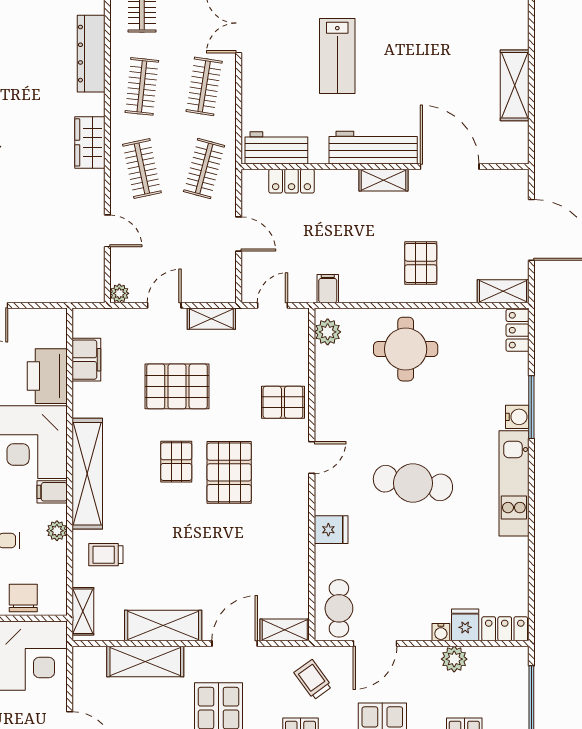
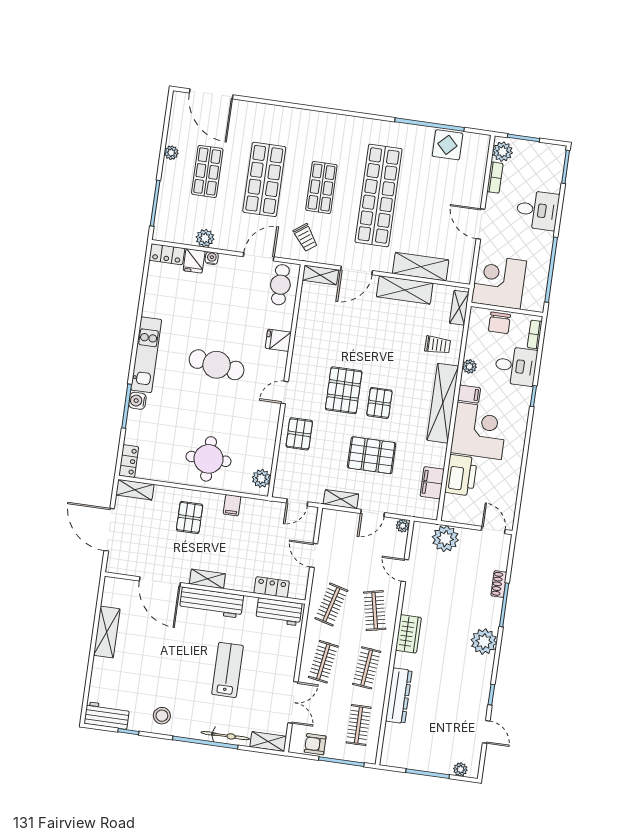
plant: (57, 284) -> (445, 539), added
filing cabinet: (328, 289) -> (232, 505), moved
pallet: (283, 402) -> (299, 434), turned 90

